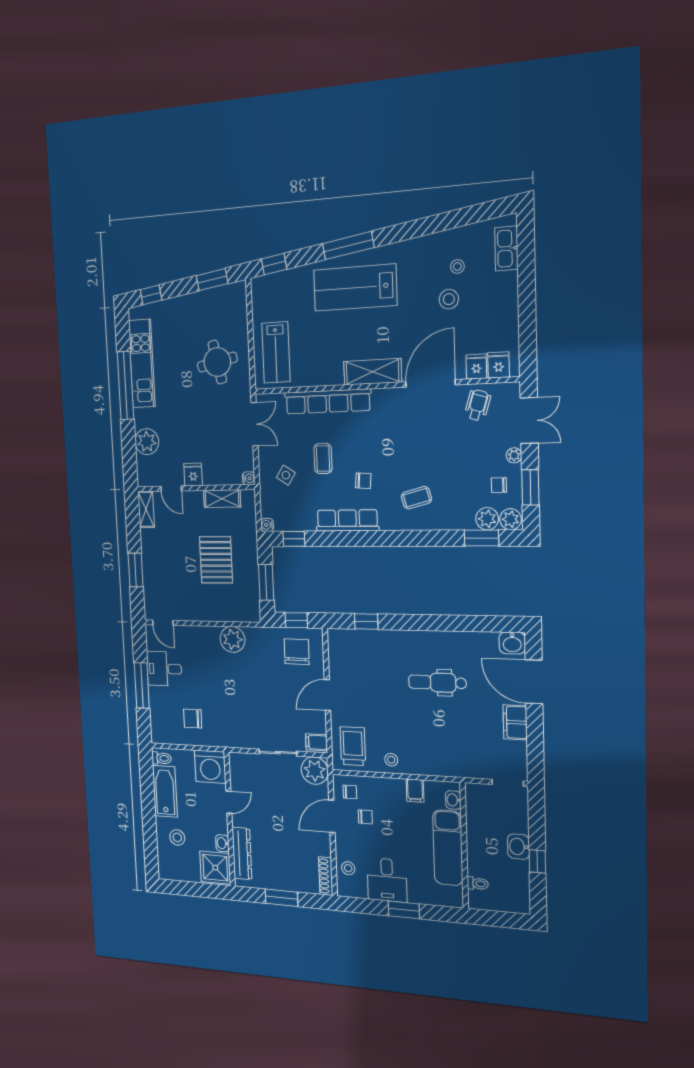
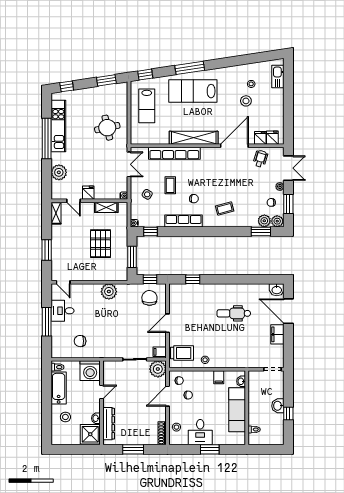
lab bench: (276, 352) -> (147, 106), moved
shelving: (373, 372) -> (194, 138), width x1.47
trolley: (353, 746) -> (182, 353), turned 90

